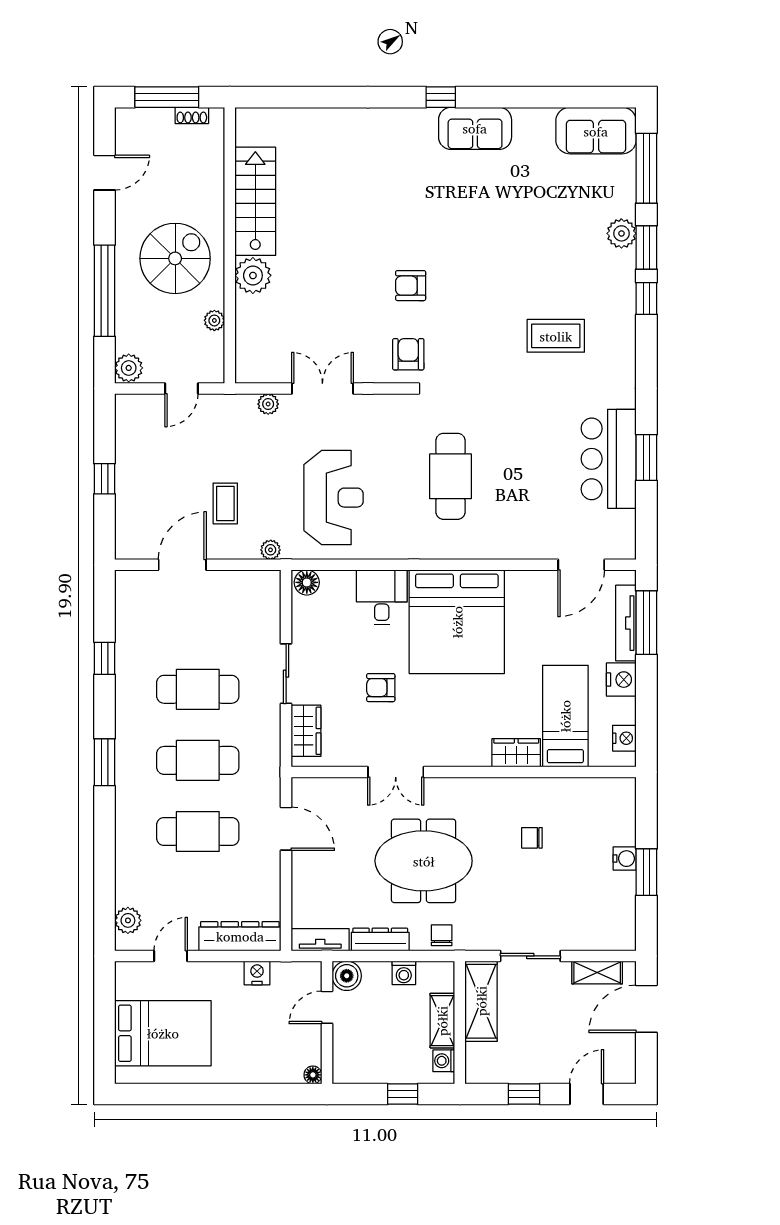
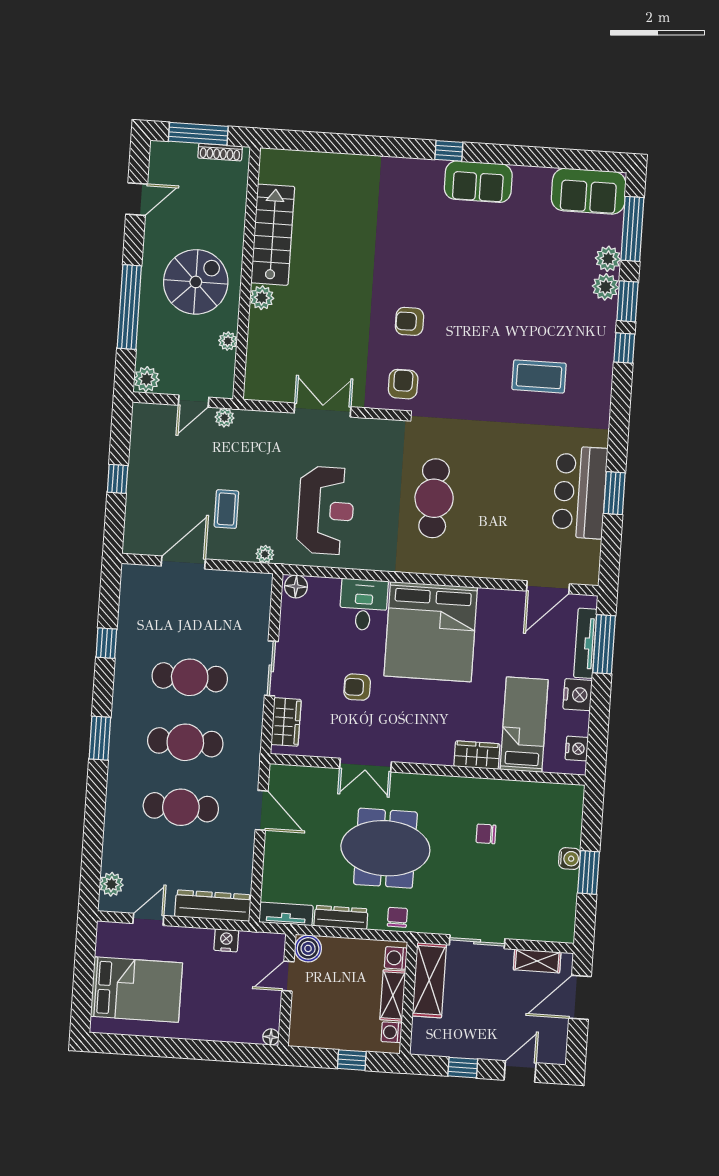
shoe rack: (192, 115) -> (220, 152), width x1.43
plant: (622, 203) -> (608, 259), added
plant: (253, 275) -> (262, 298), width x0.73, depth x0.73
plant: (268, 404) -> (225, 418), moved
washing machine: (404, 973) -> (396, 958), moved, turned 90

